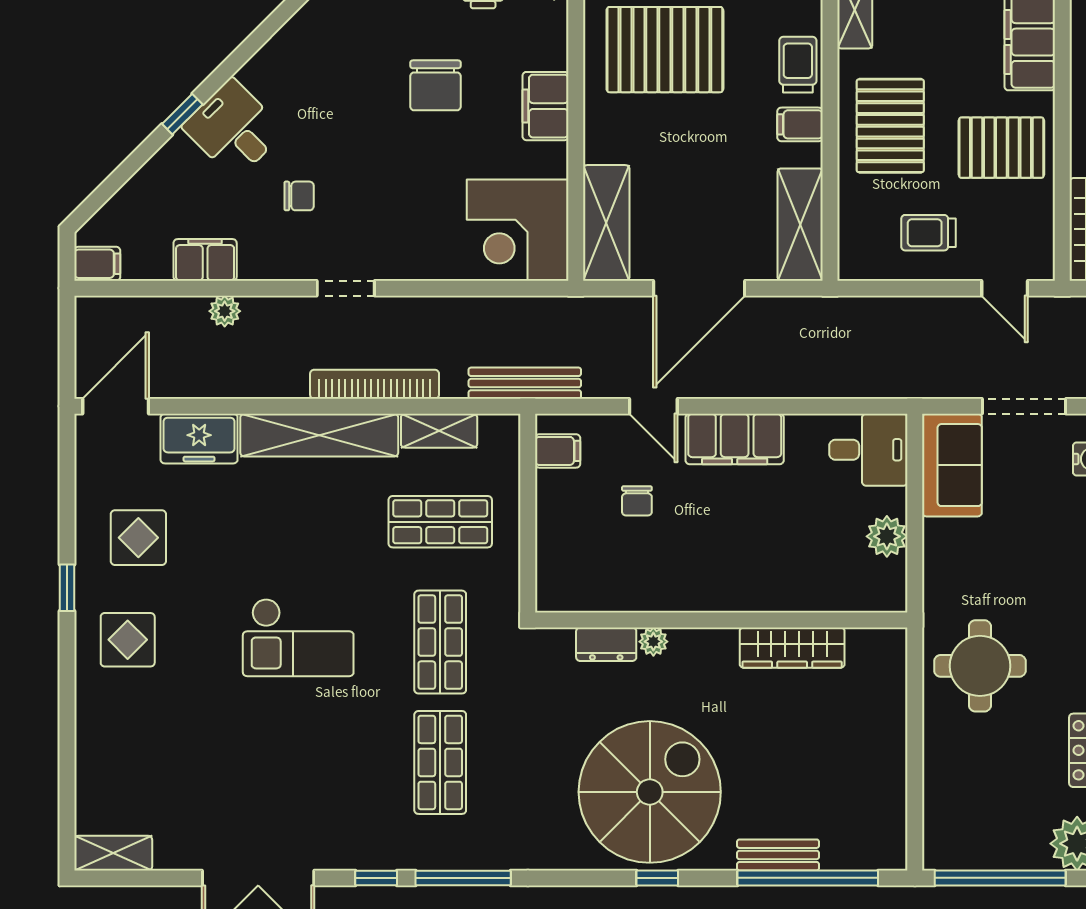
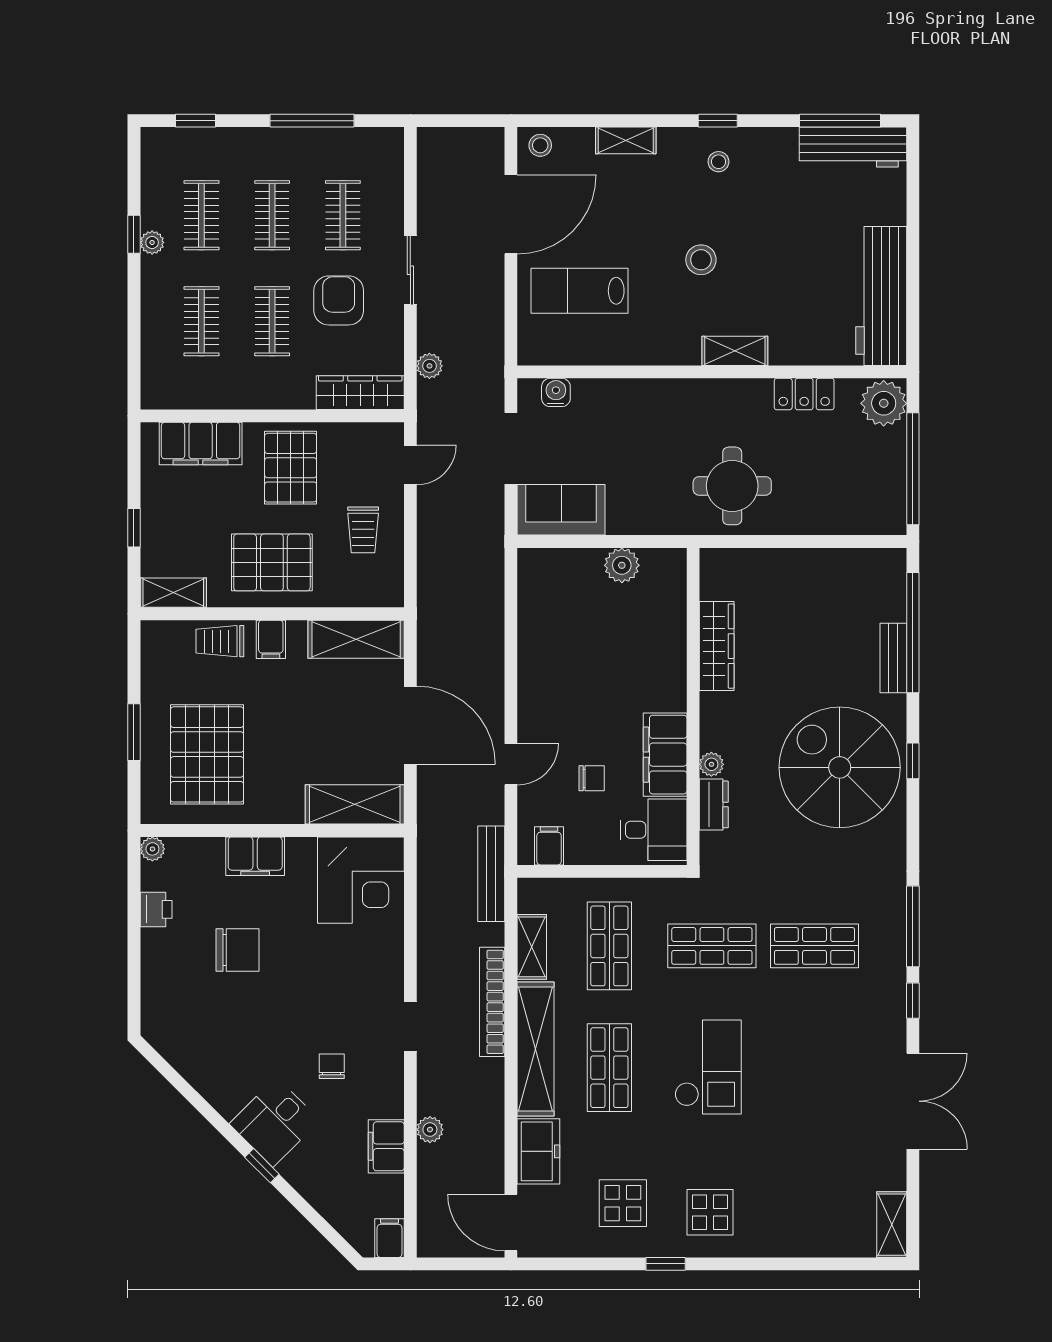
filing cabinet: (735, 439) -> (665, 755), moved, turned 180
desk: (868, 450) -> (654, 830), moved, turned 90
shop shelf: (297, 522) -> (609, 1068), added

